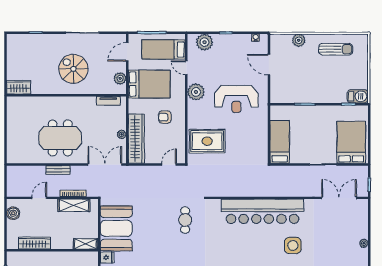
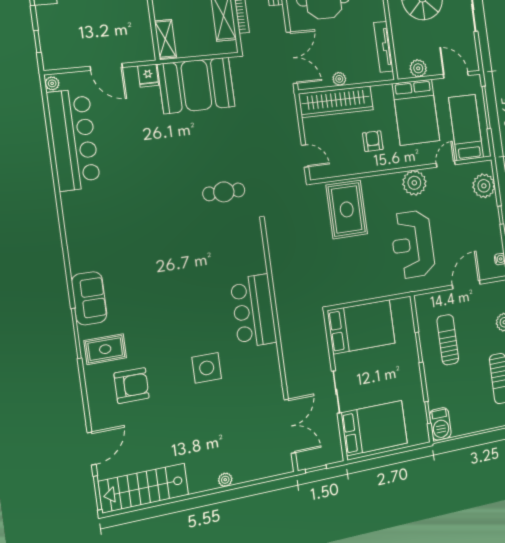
sun lounger: (303, 83) -> (448, 340), added
tv unit: (108, 101) -> (383, 47), width x1.41
bed: (280, 142) -> (361, 327), width x1.50
bar counter: (263, 211) -> (253, 311), width x0.54

